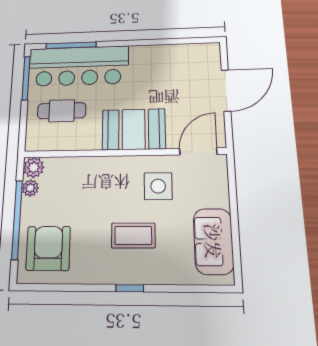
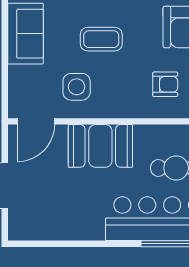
armchair: (69, 190) -> (165, 84), added

